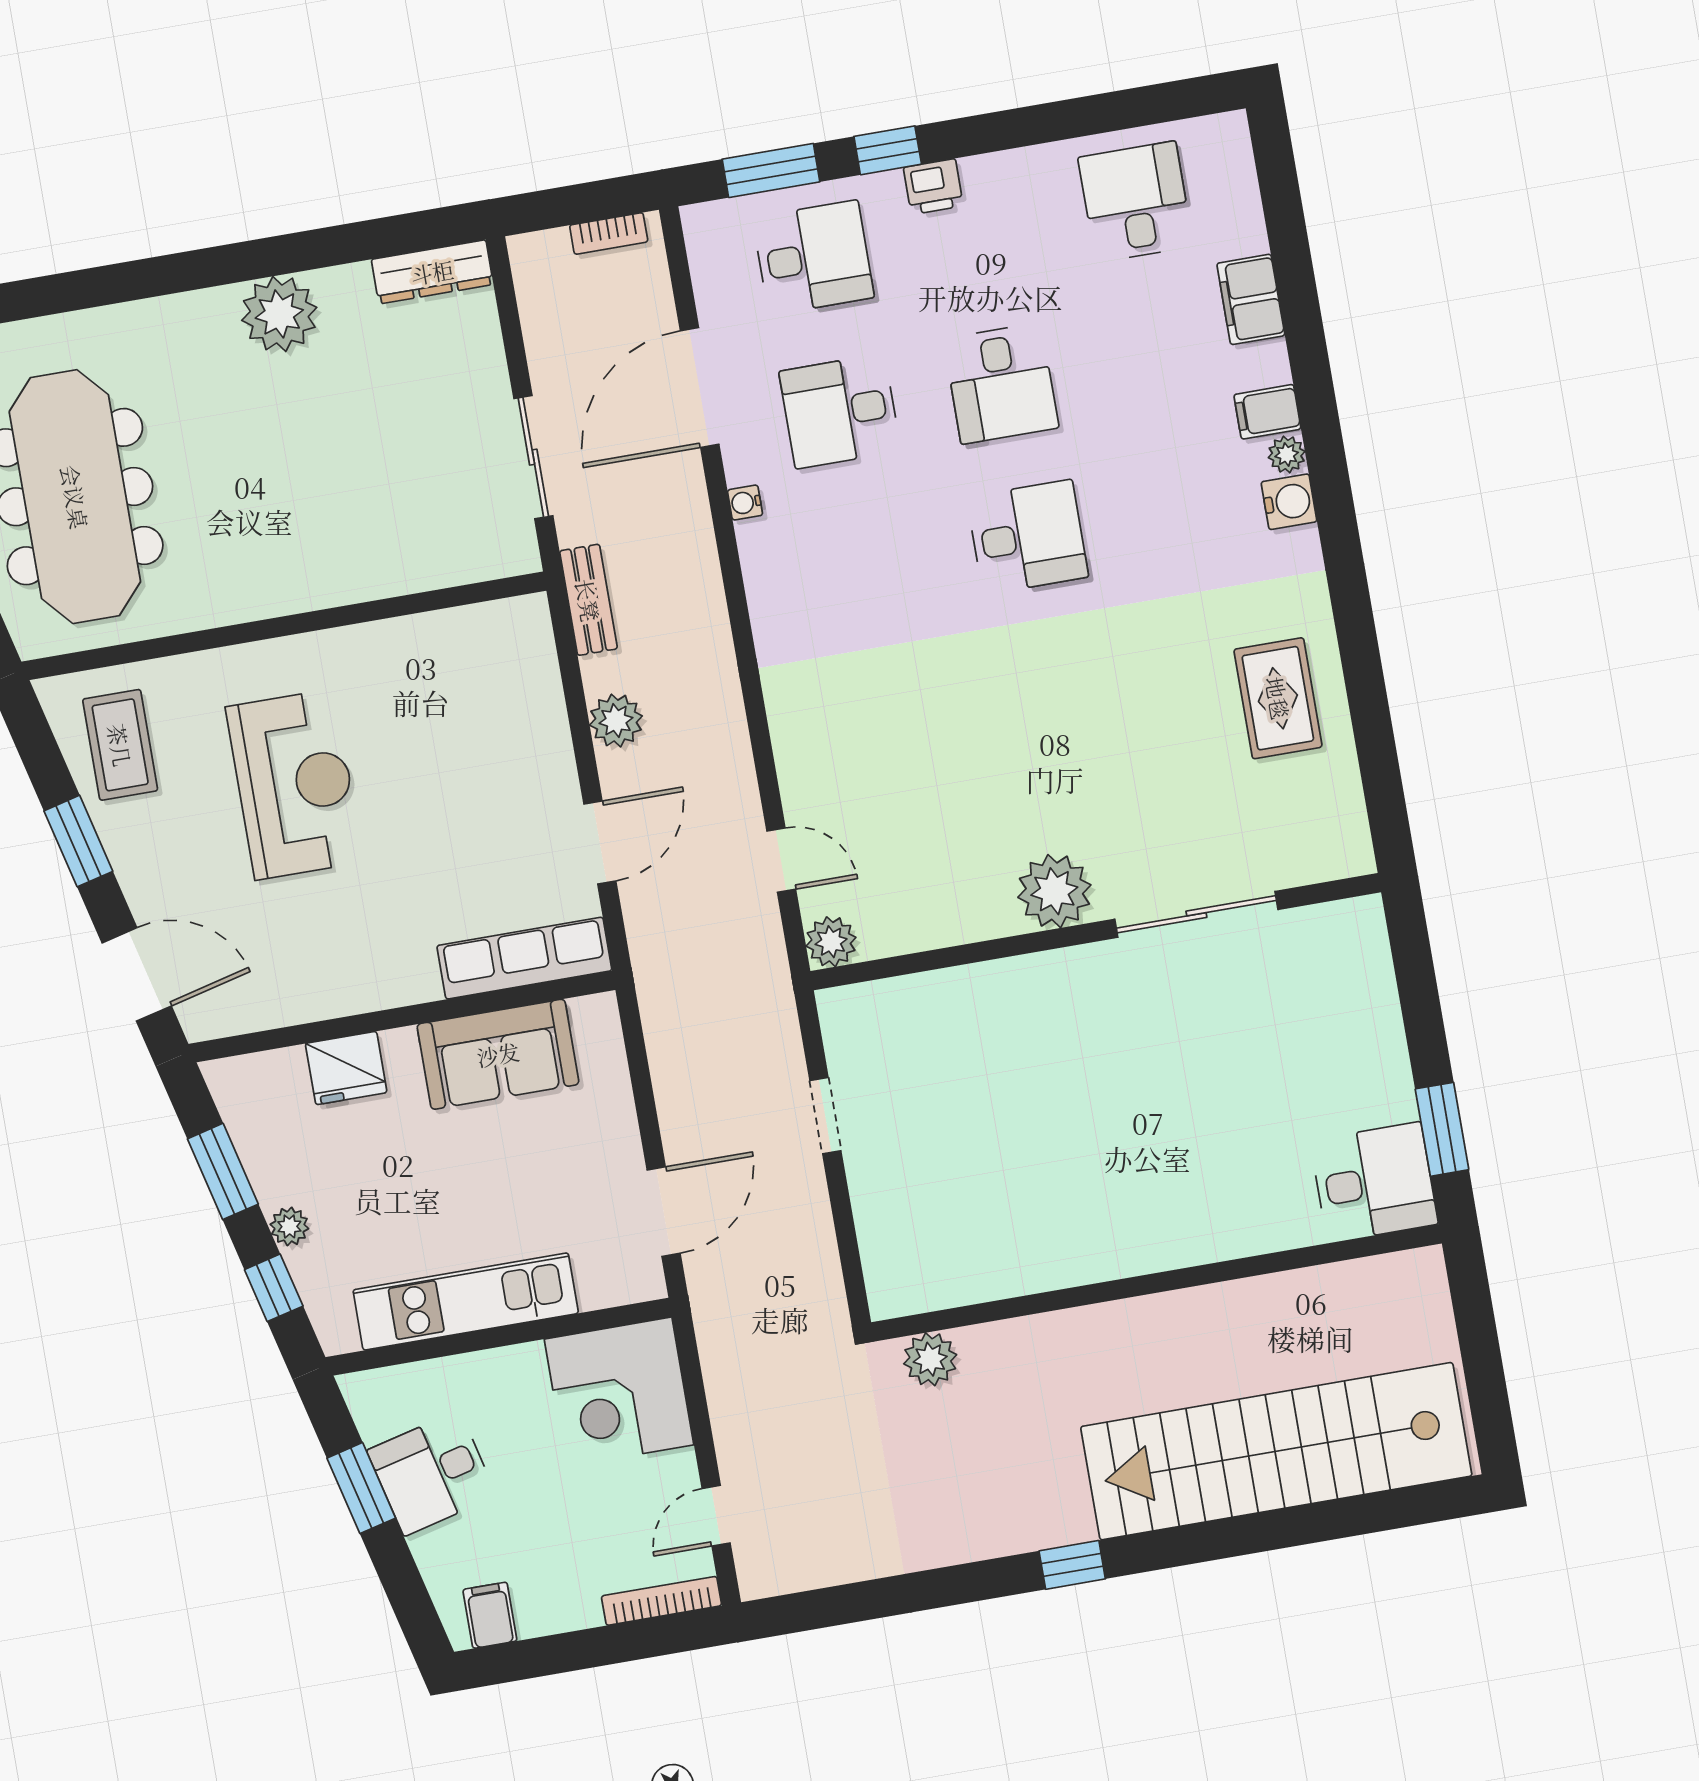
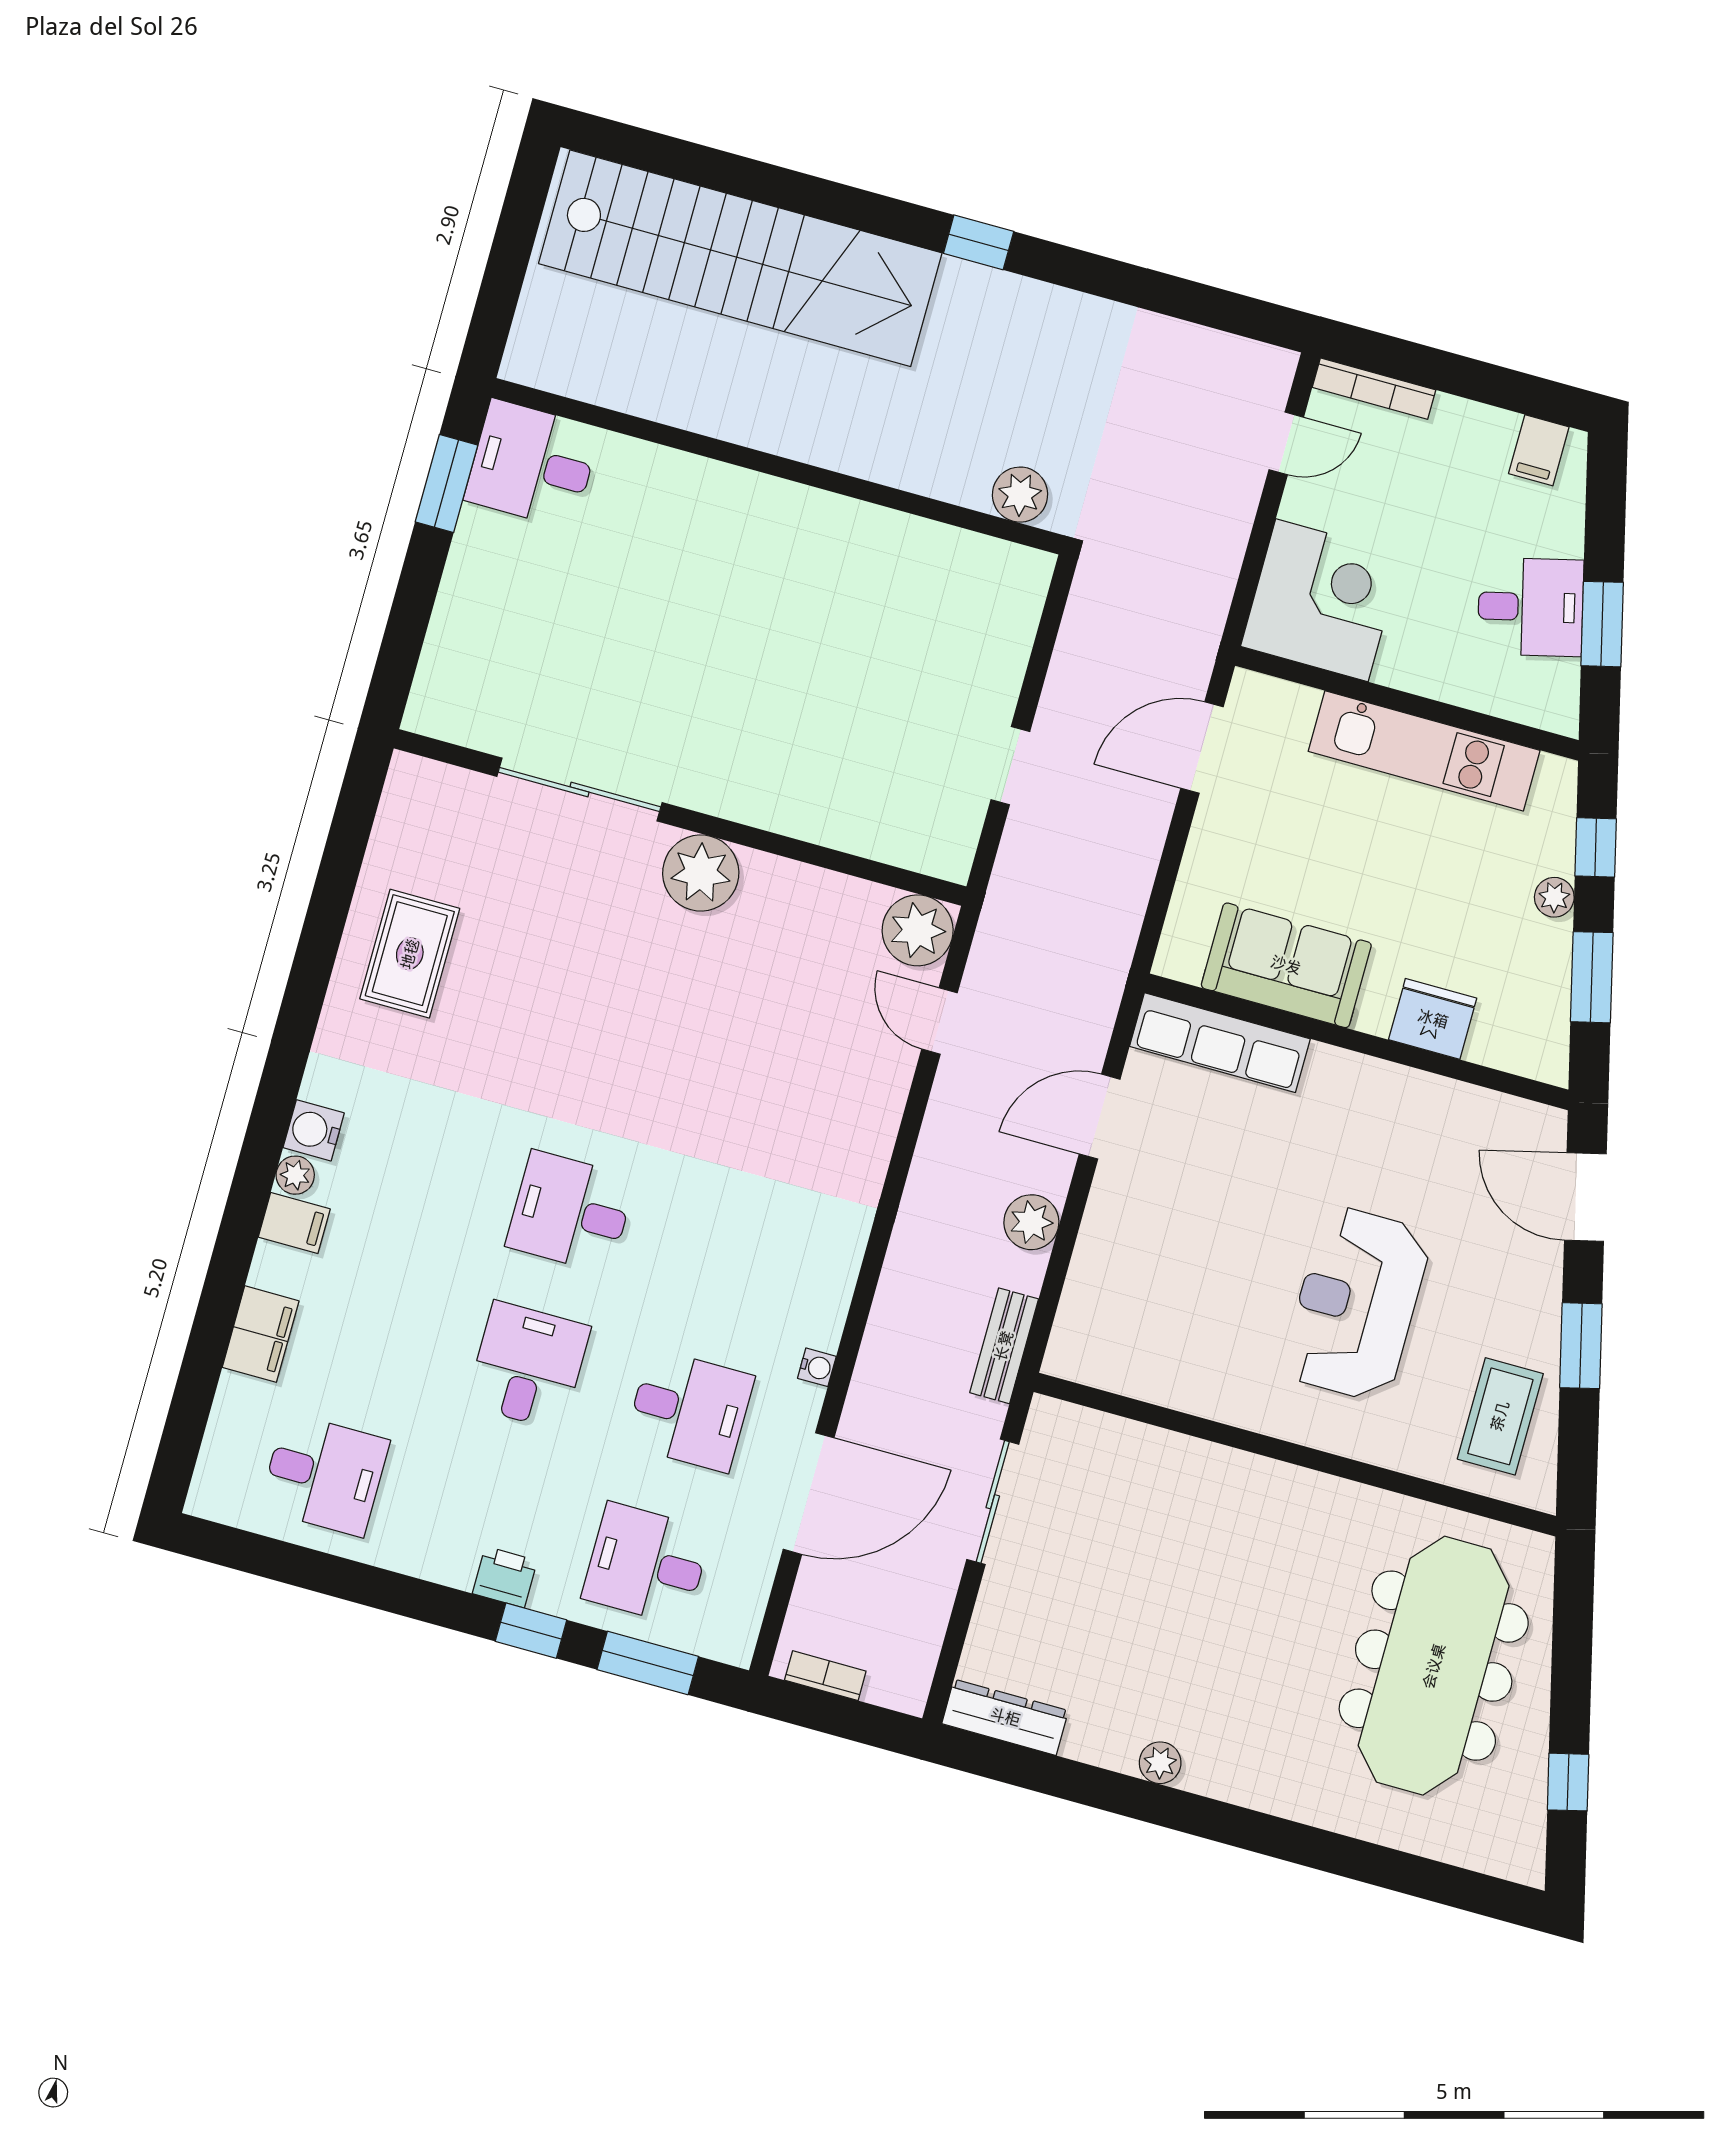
desk: (1136, 202) -> (324, 1475), turned -90
plant: (279, 314) -> (1160, 1763), width x0.53, depth x0.53
plant: (831, 942) -> (918, 930), width x1.36, depth x1.36

